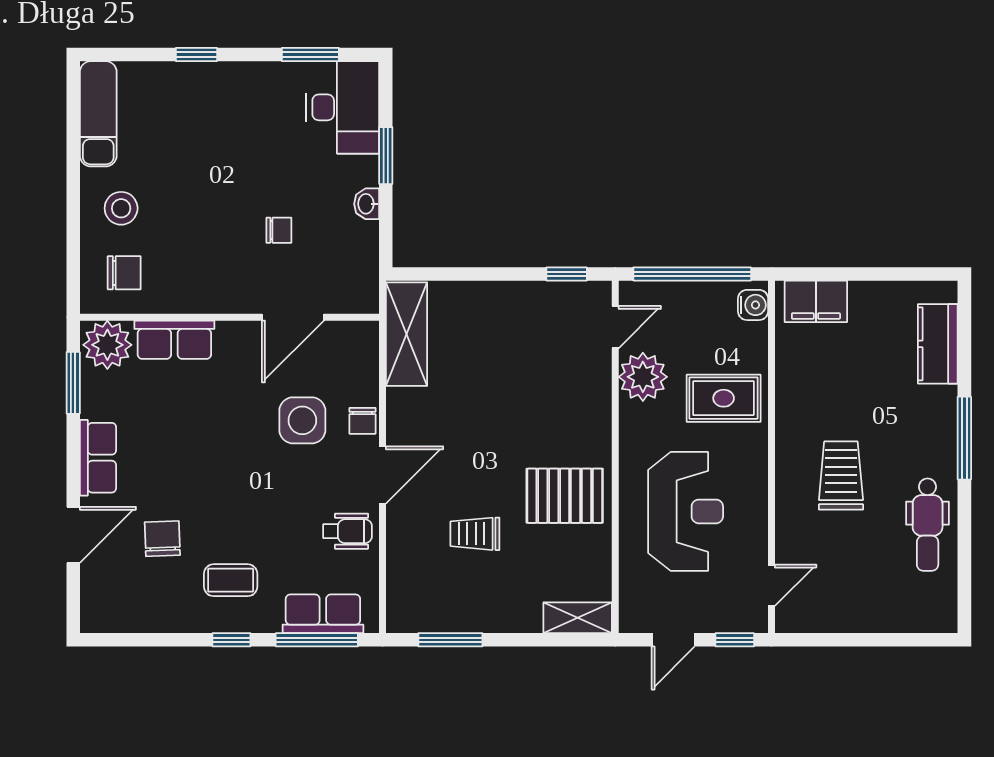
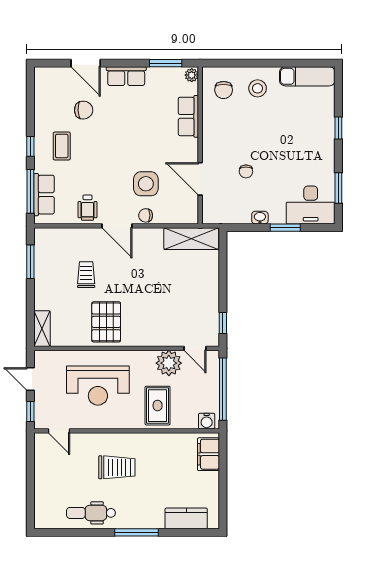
plant: (107, 345) -> (192, 75), width x0.53, depth x0.53

